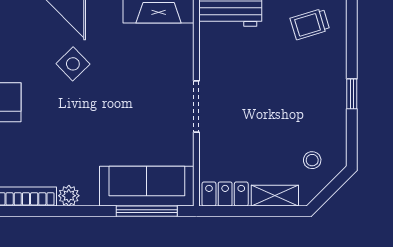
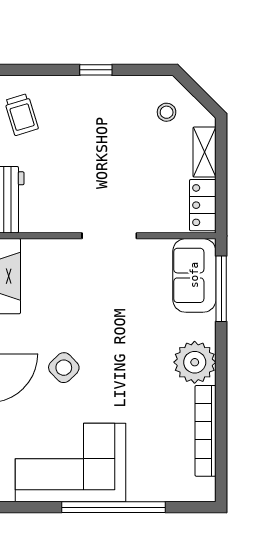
sofa: (147, 186) -> (194, 275), width x0.73
plant: (69, 196) -> (195, 362), width x1.88, depth x1.88

